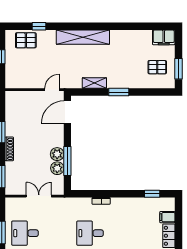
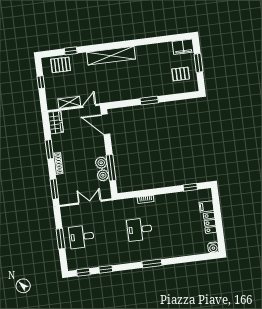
window: (179, 69) -> (198, 63), moved
shelving: (94, 83) -> (69, 102), moved
wardrobe: (12, 103) -> (56, 122), added
door: (67, 112) -> (106, 124), hinge flipped

